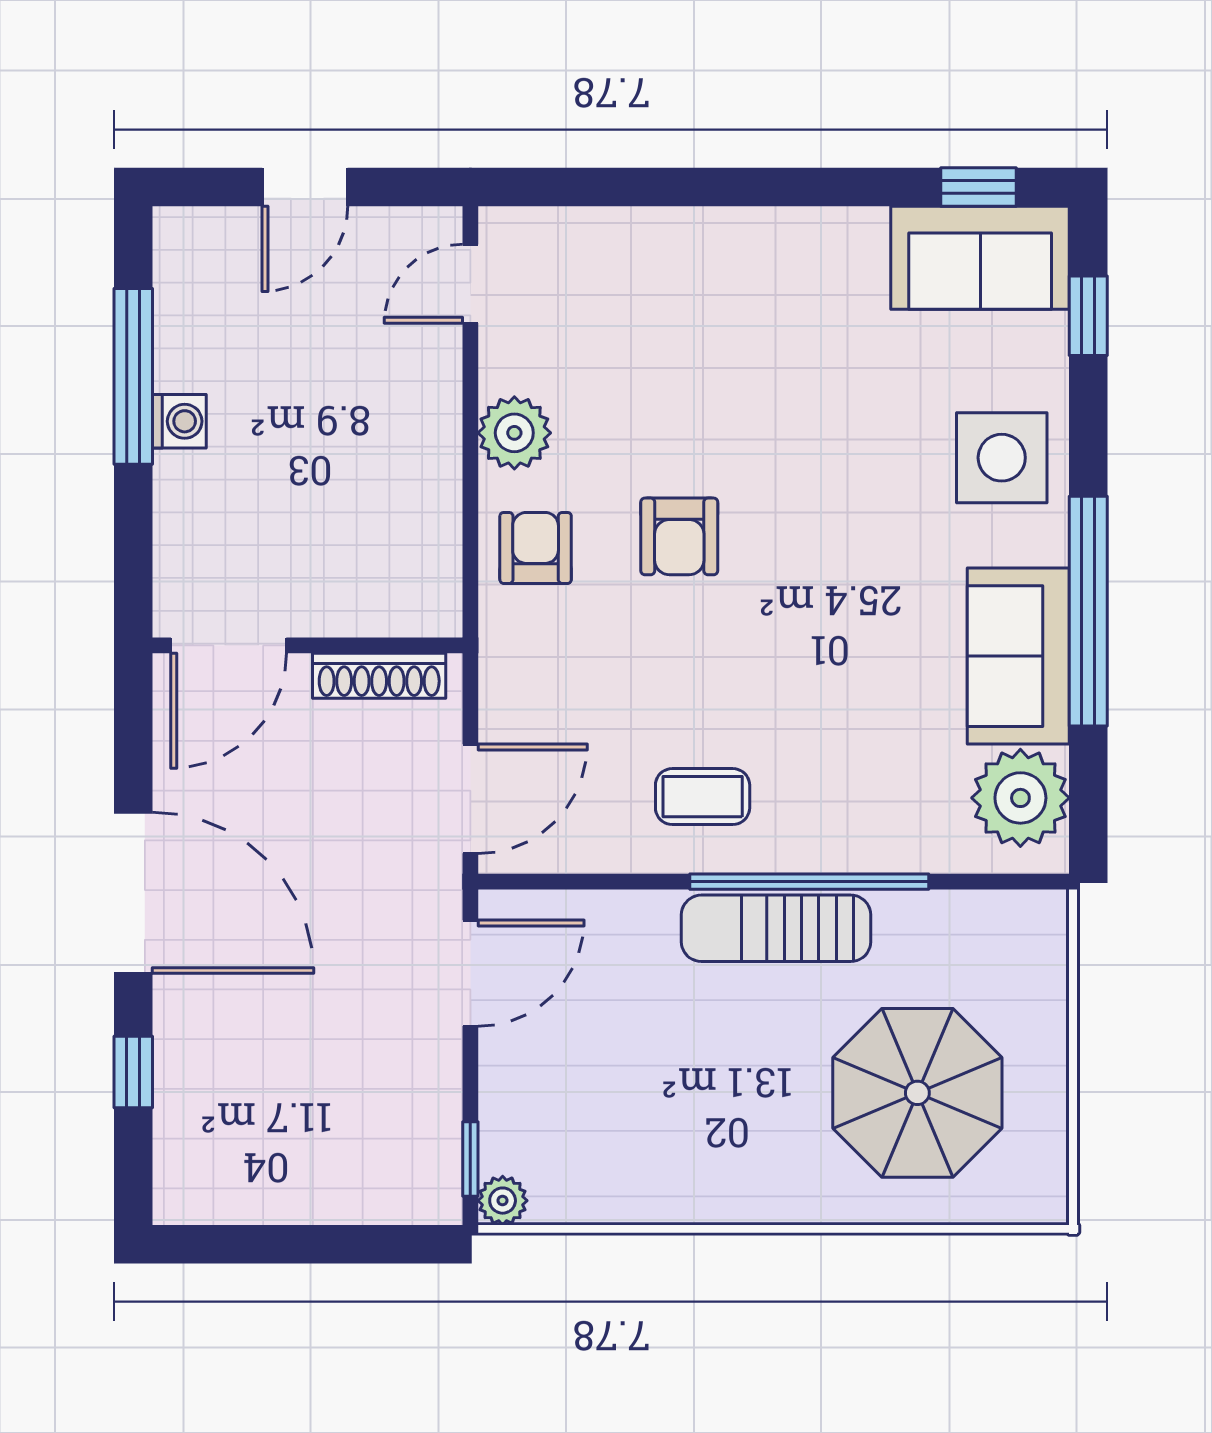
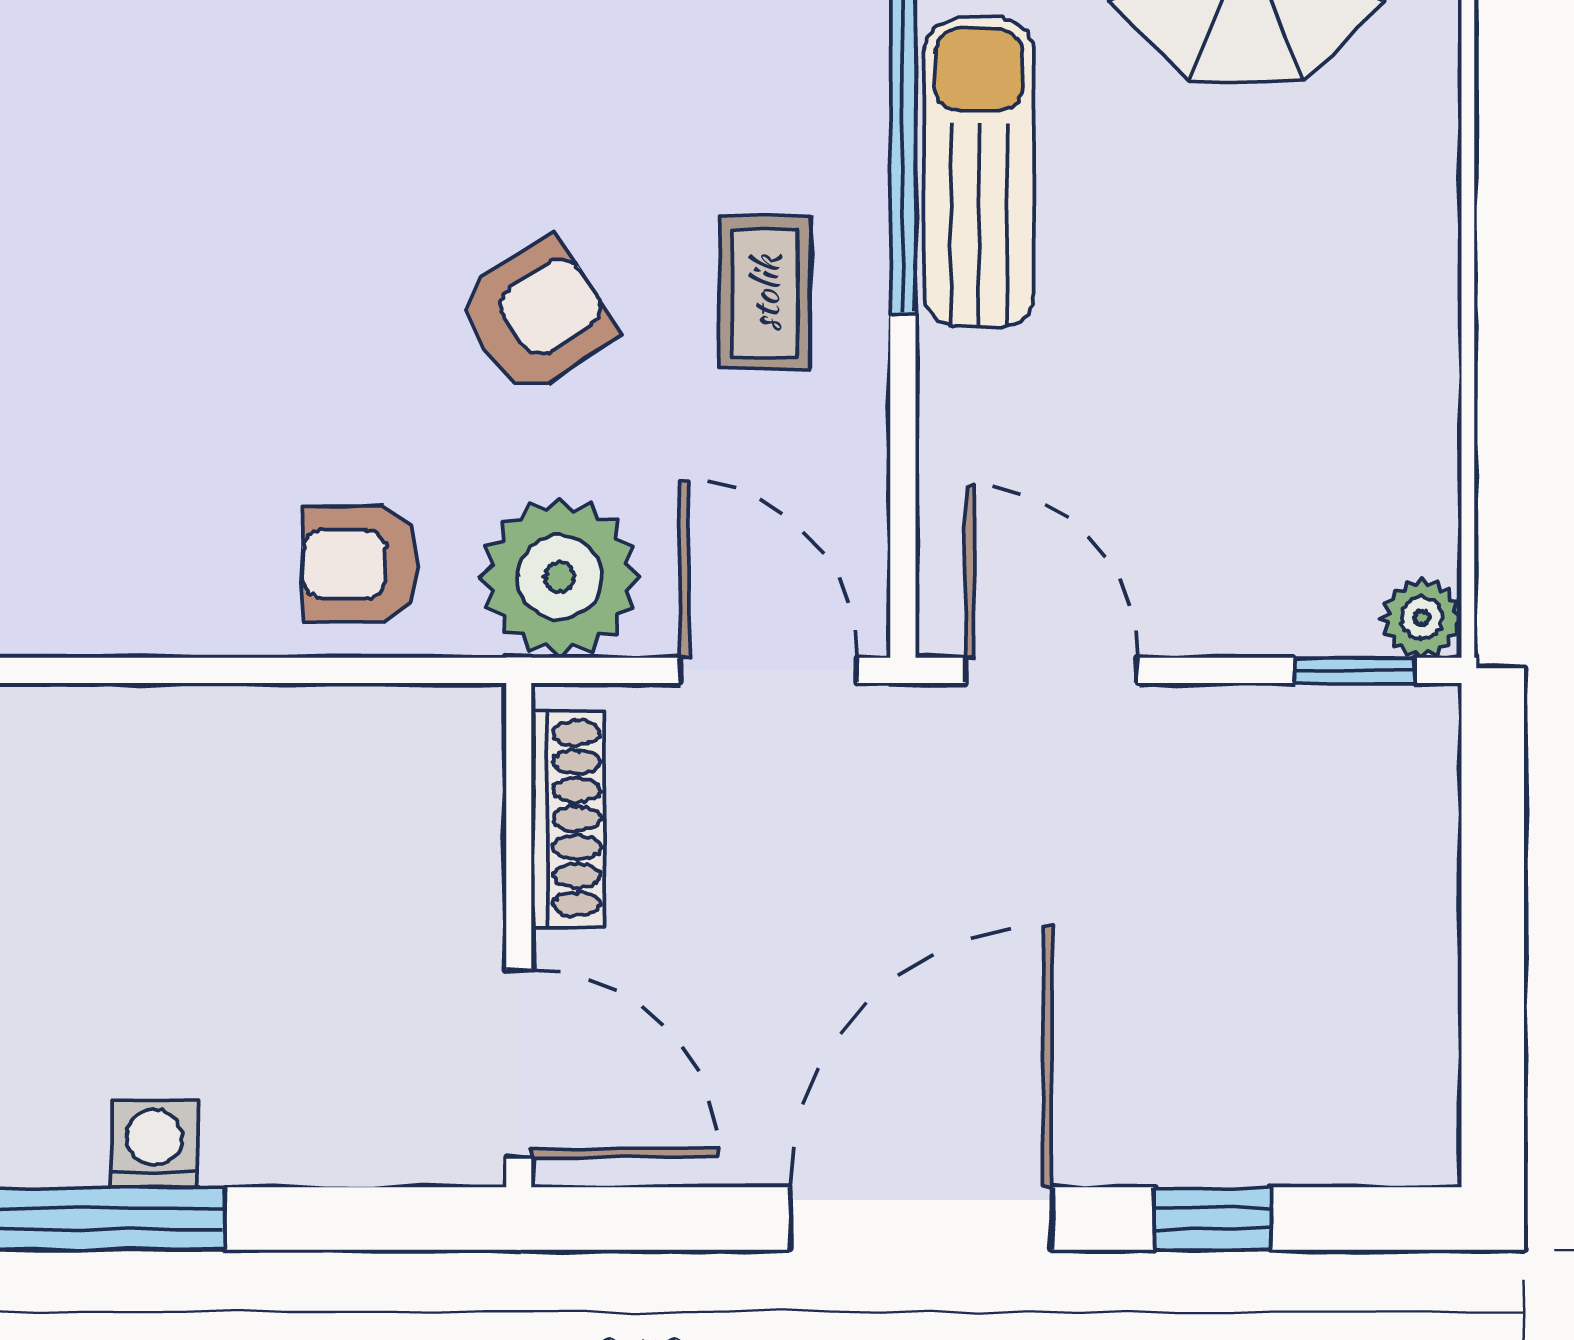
plant: (514, 433) -> (560, 577), moved, width x1.36, depth x1.36
armchair: (679, 536) -> (536, 316), moved, turned -33
sun lounger: (776, 928) -> (979, 173), turned 180

